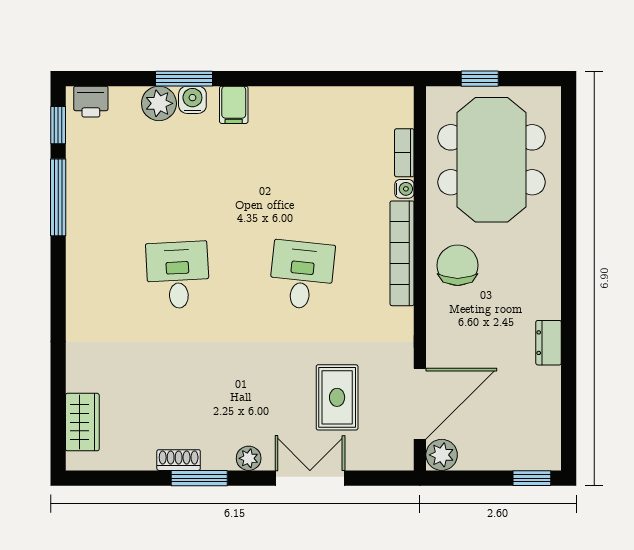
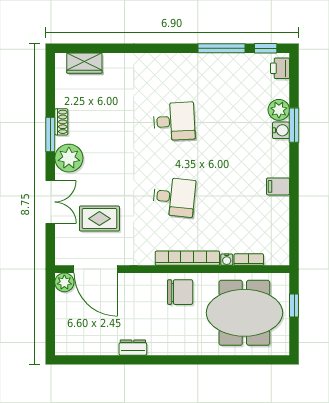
filing cabinet: (234, 105) -> (278, 186), moved
plant: (249, 458) -> (69, 158), width x1.88, depth x1.88
window: (532, 478) -> (50, 337), removed

